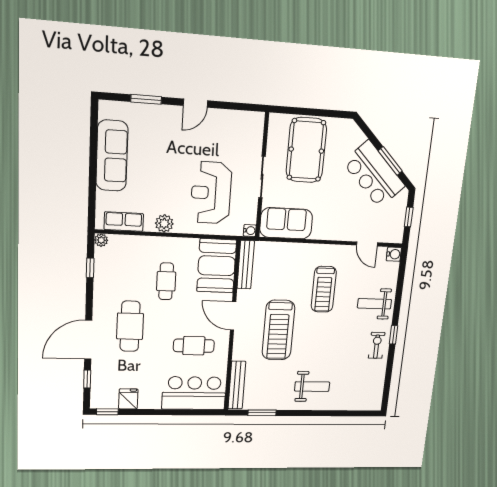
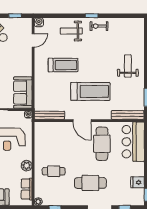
booth: (217, 266) -> (51, 133), removed
cafe table: (166, 281) -> (54, 171), moved
weight bench: (374, 304) -> (71, 31), turned 90
door: (233, 316) -> (82, 121), hinge flipped
cafe table: (194, 346) -> (102, 144), width x1.37, depth x1.35

